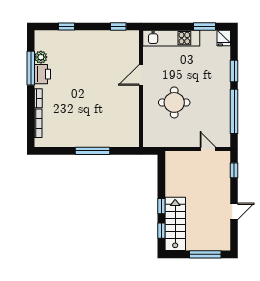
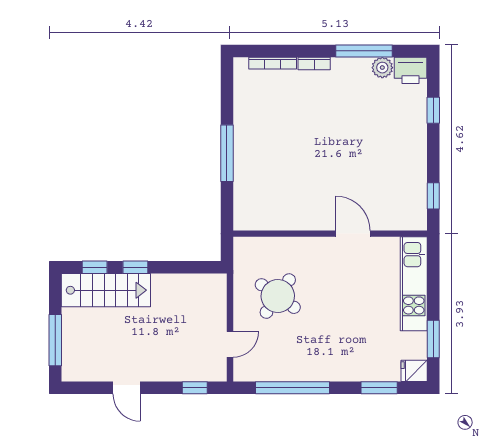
window: (234, 71) -> (379, 388), moved
printer: (42, 74) -> (411, 70), moved
round table: (174, 102) -> (278, 296), moved, turned 35

